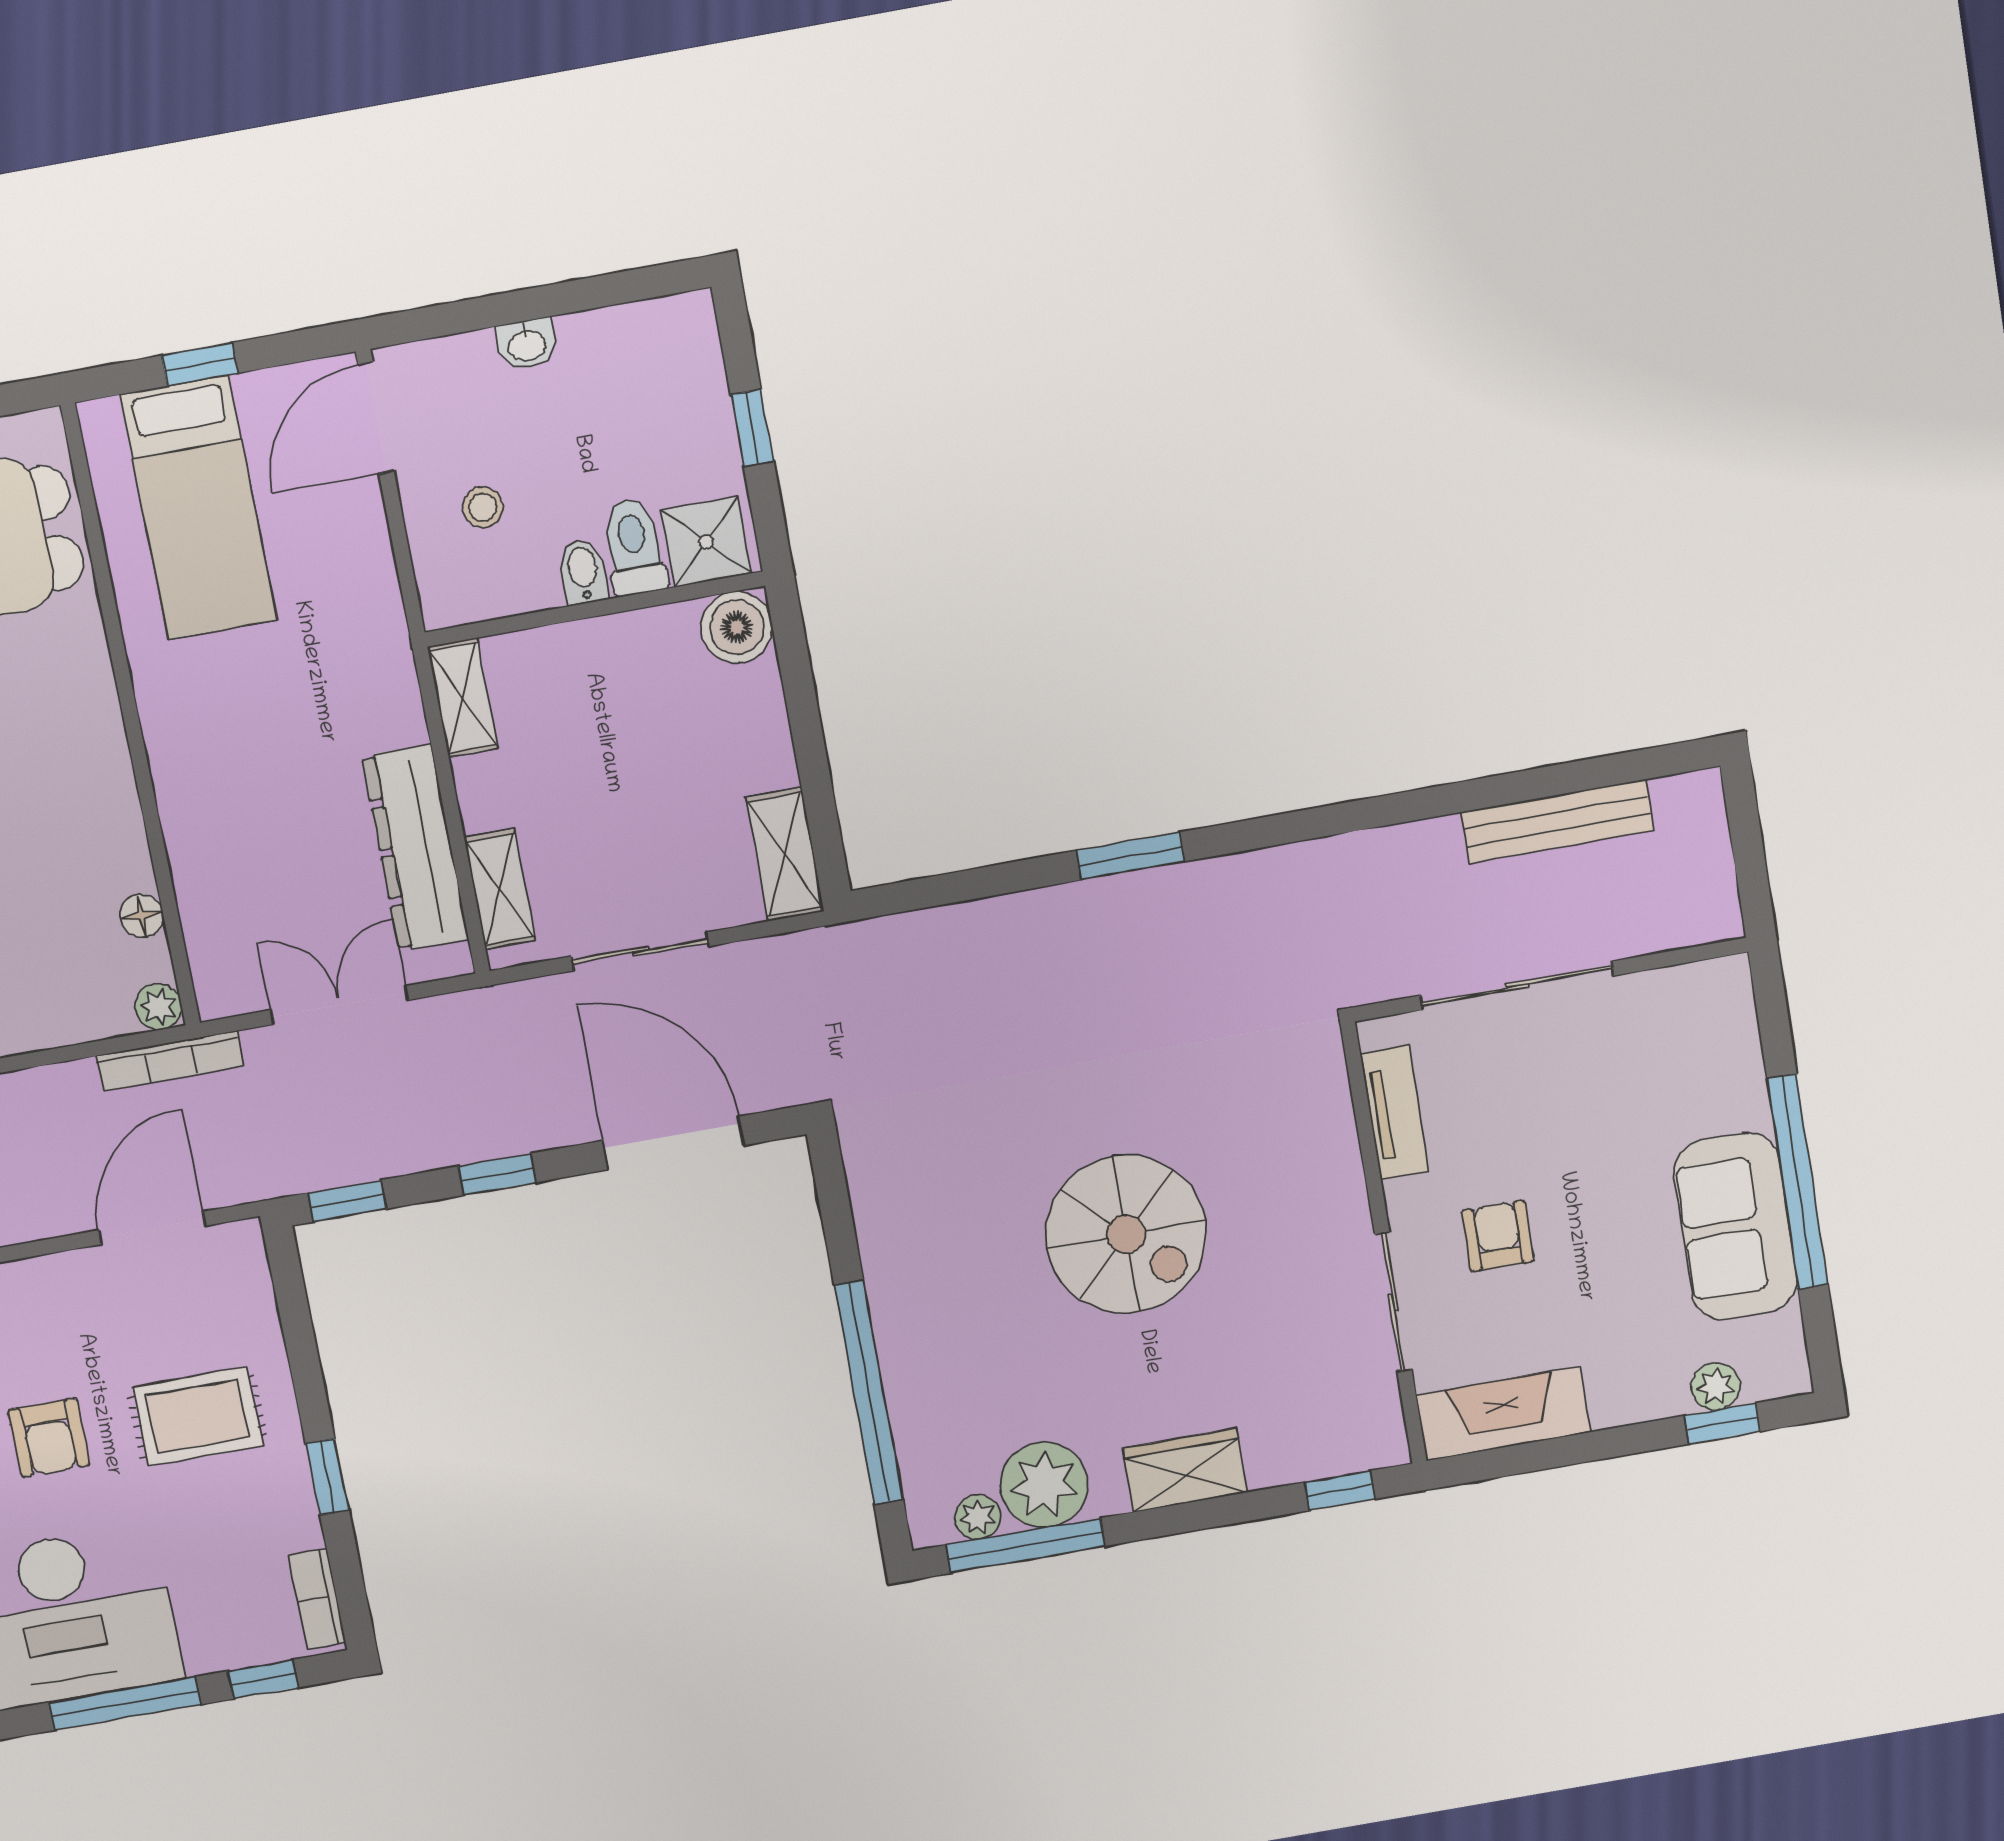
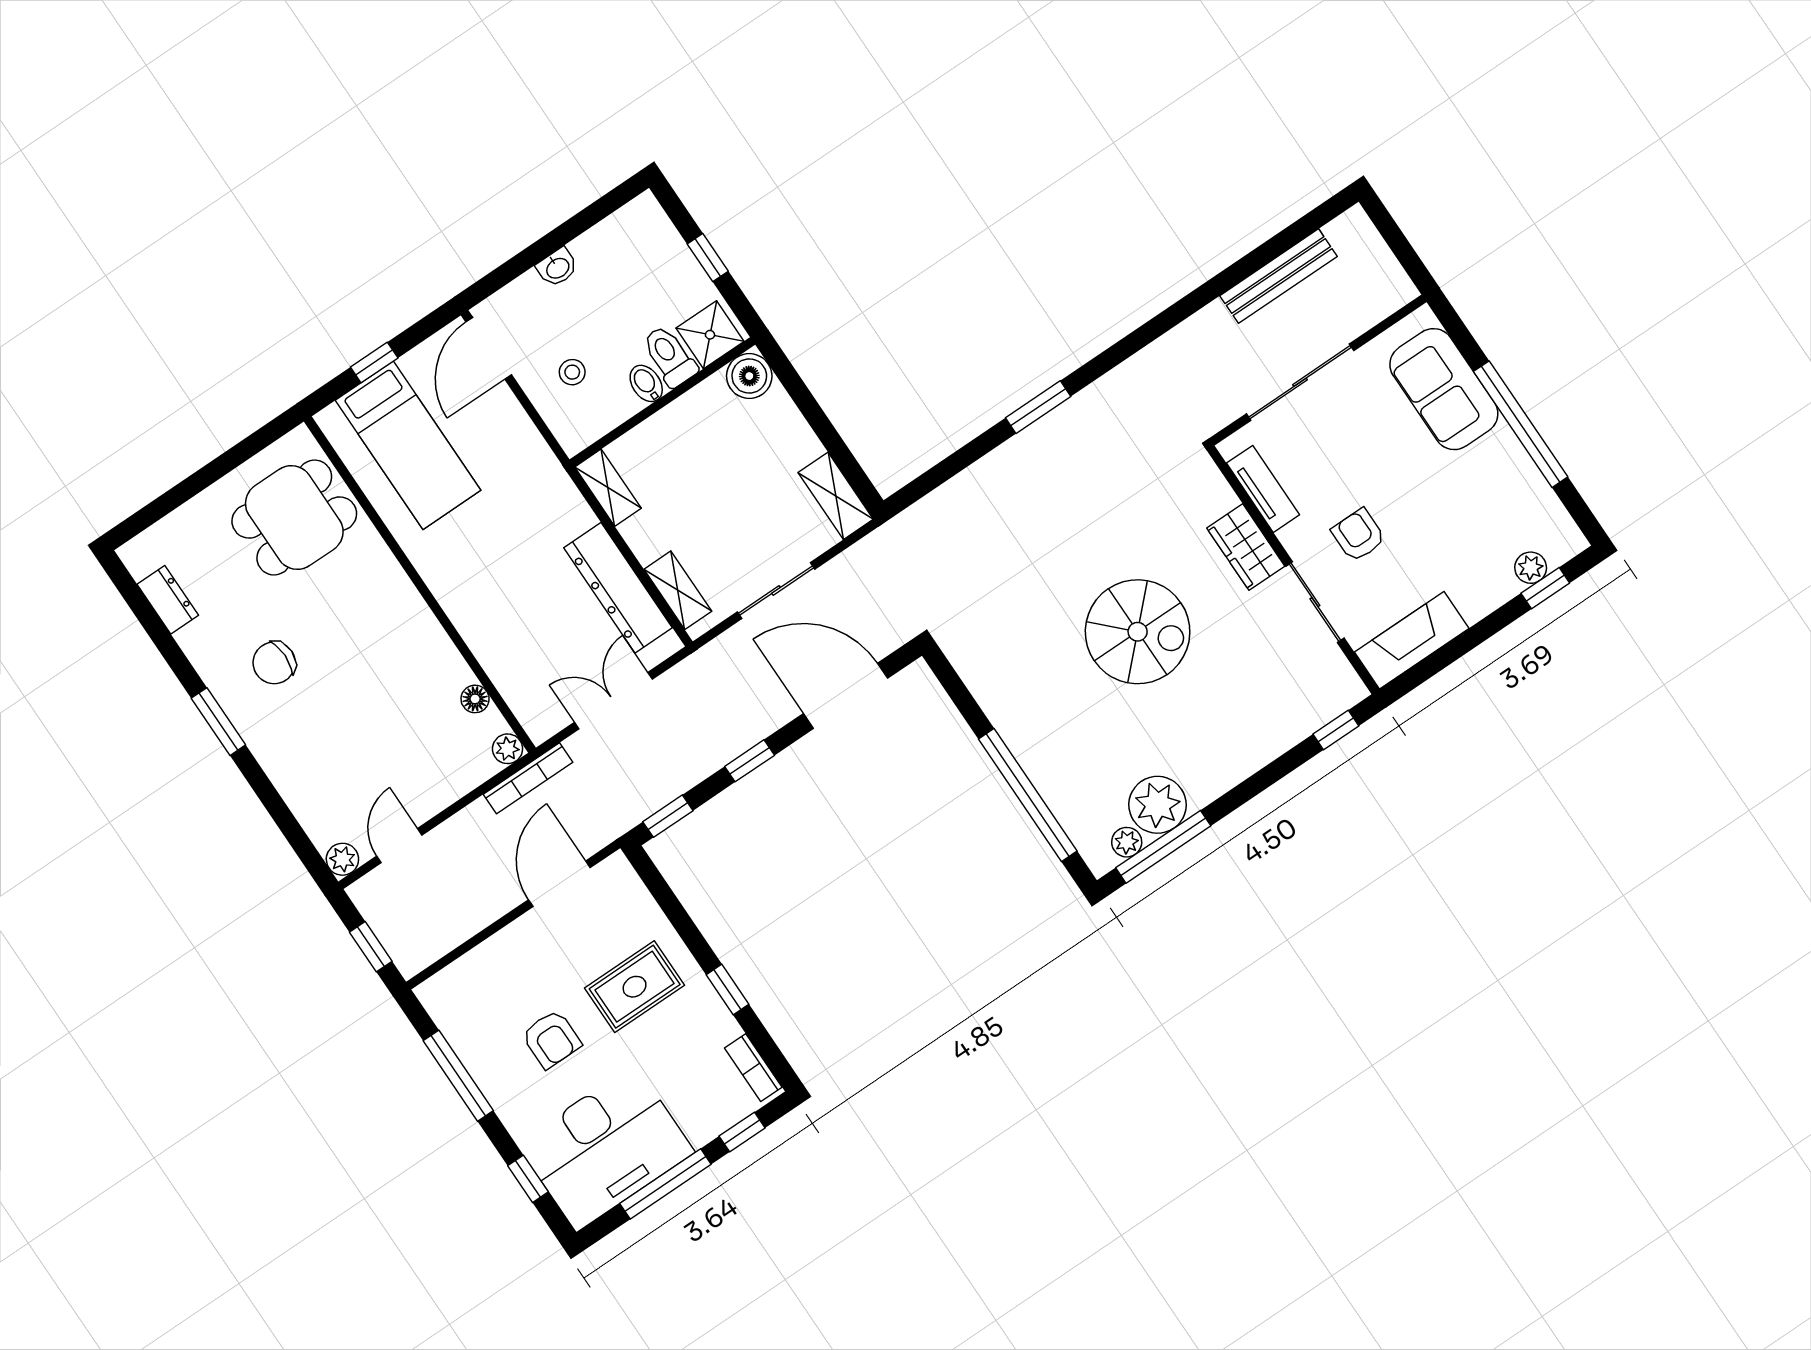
sofa: (1735, 1226) -> (1444, 389), moved
wardrobe: (1185, 1470) -> (1246, 547), moved, turned -90

